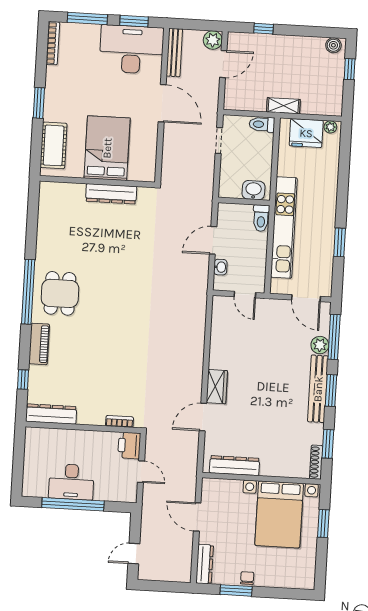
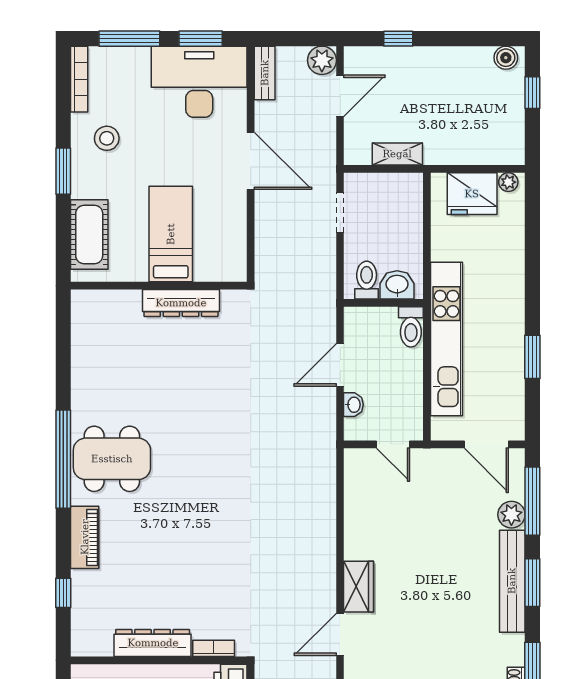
bench: (174, 53) -> (265, 73), width x0.73
stool: (69, 83) -> (107, 138), added
shelving: (283, 106) -> (397, 154), moved
toilet: (262, 124) -> (367, 280), moved, turned 90
bed: (107, 148) -> (171, 234), width x0.67
dining table: (60, 293) -> (112, 459), width x1.38
dresser: (51, 414) -> (153, 643), moved

